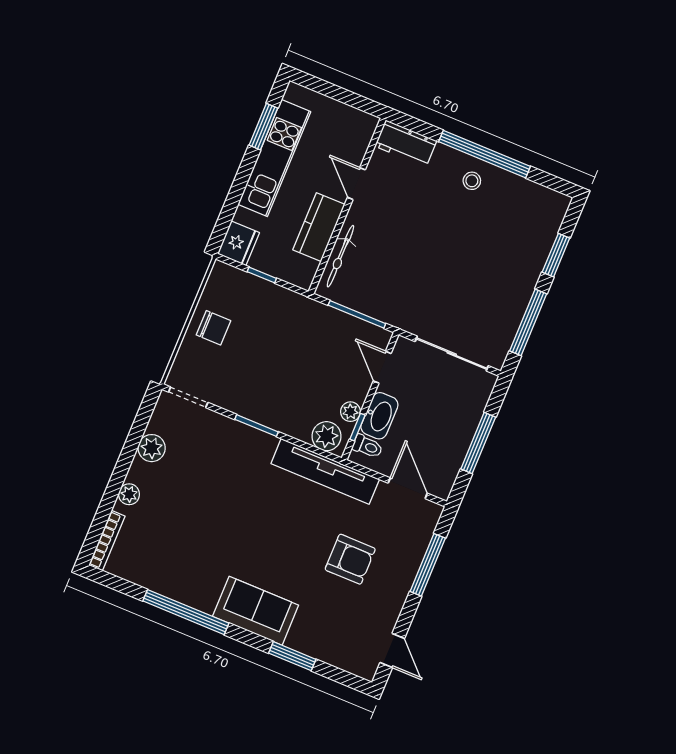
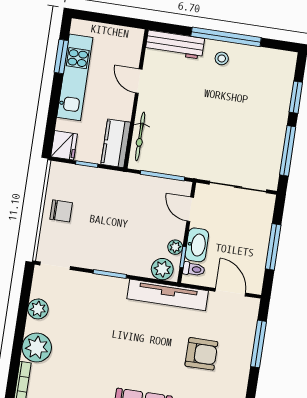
workbench: (406, 144) -> (175, 45), width x1.38
kitchen counter: (319, 227) -> (116, 143), moved
plant: (129, 494) -> (37, 347), width x1.87, depth x1.87

